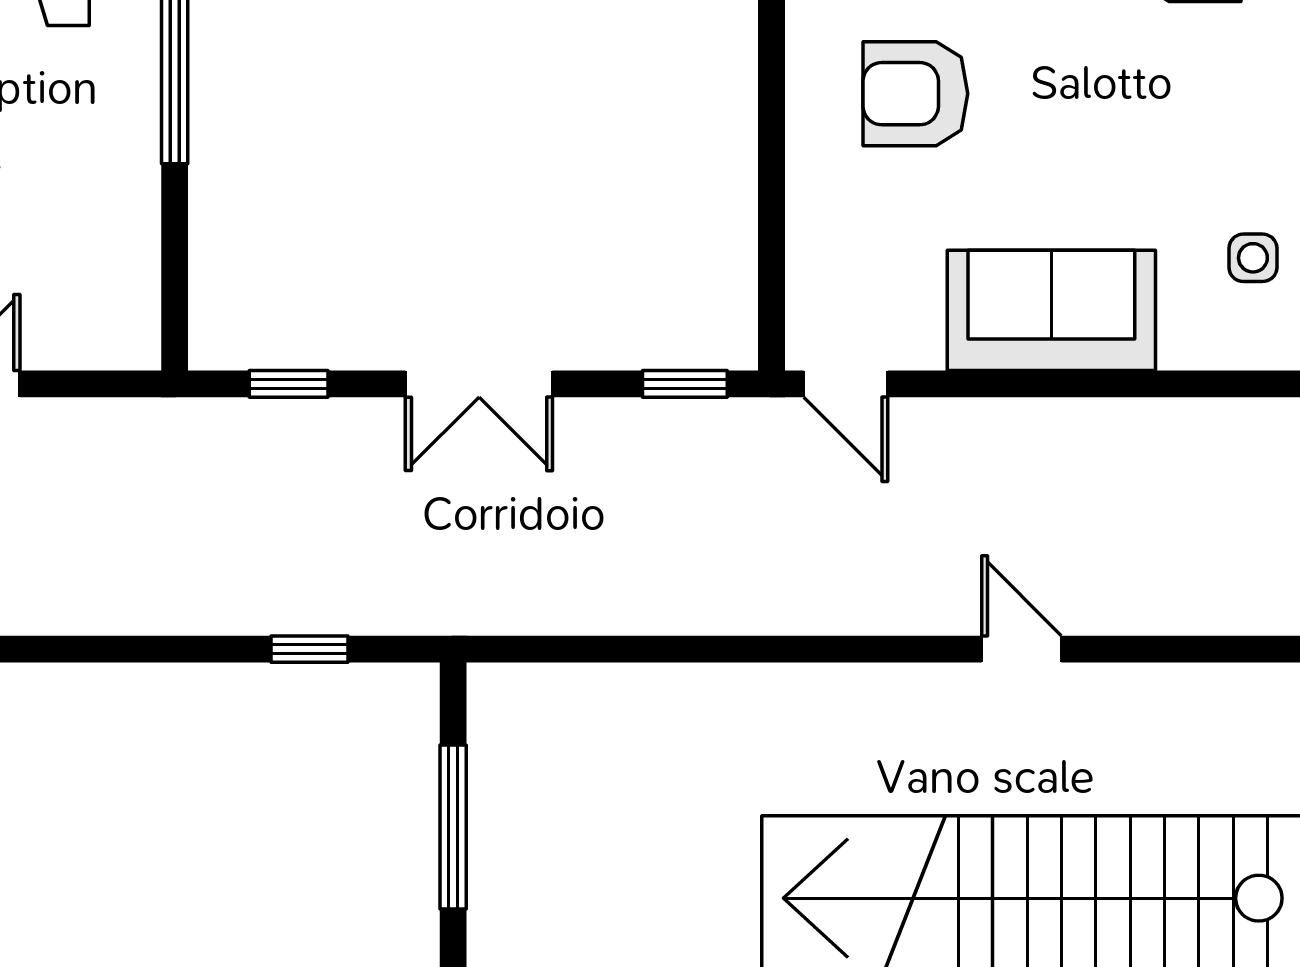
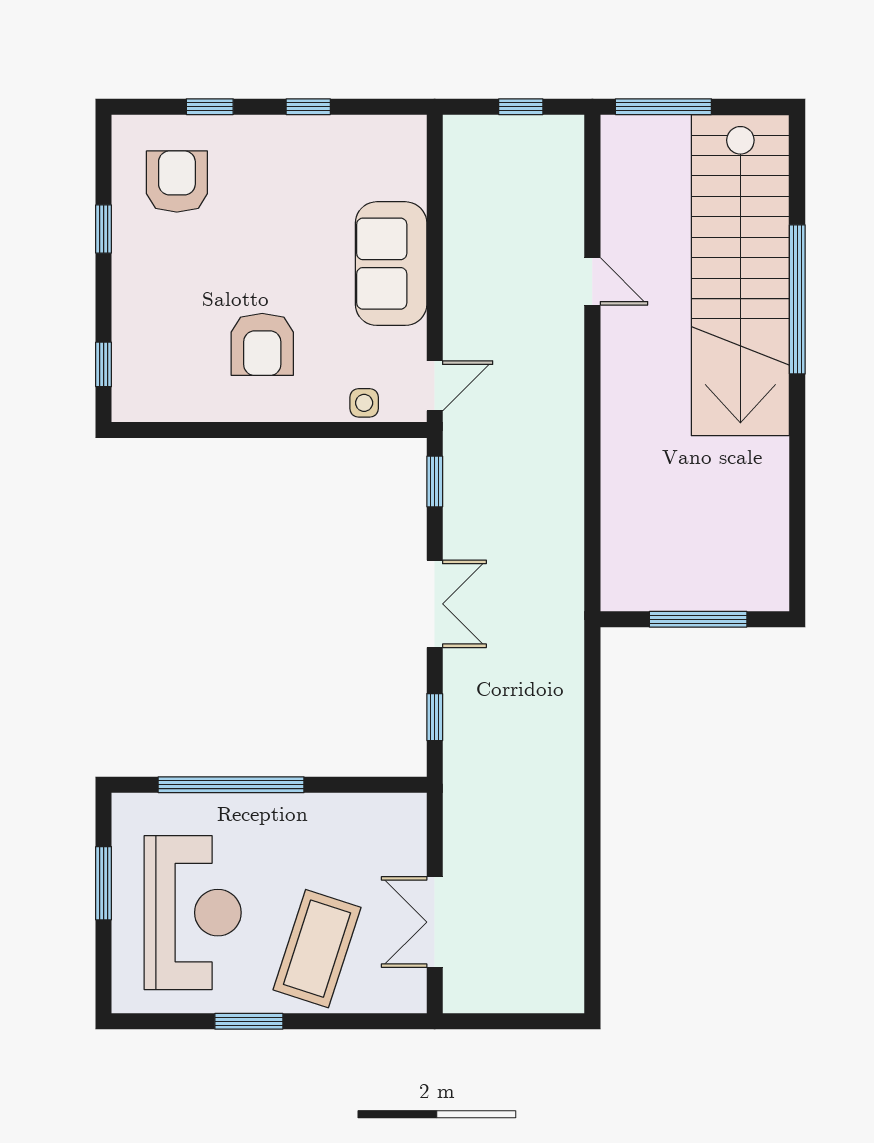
side table: (1253, 258) -> (364, 403), moved
window: (310, 649) -> (592, 705), removed
door: (1021, 649) -> (592, 281), swing flipped

